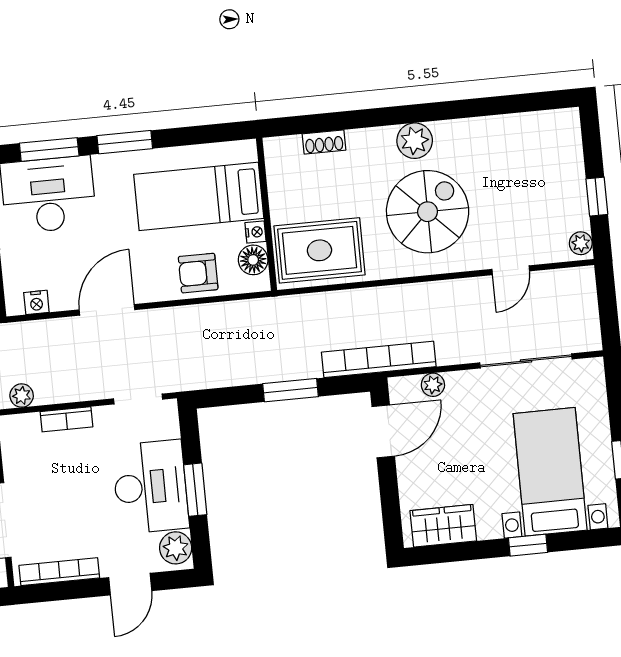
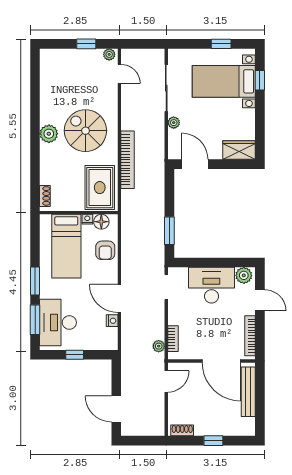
shoe rack: (324, 142) -> (45, 196), moved
door: (511, 270) -> (119, 74), moved
nightstand: (36, 302) -> (112, 321), moved
bookcase: (379, 359) -> (127, 160), moved, turned 180
plant: (433, 385) -> (174, 123), moved
window: (291, 390) -> (169, 231), moved
bookcase: (66, 419) -> (173, 339), moved
window: (195, 490) -> (215, 263), removed
wardrobe: (443, 526) -> (239, 150), moved, turned 90
window: (528, 545) -> (260, 80), moved

